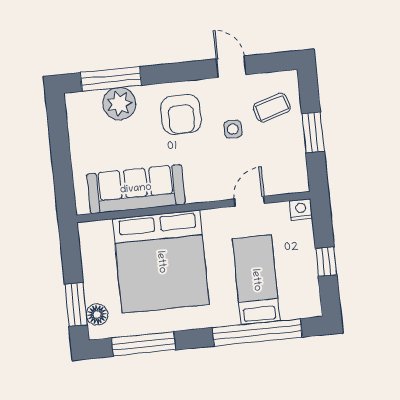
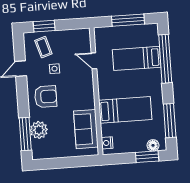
window: (313, 132) -> (44, 26), moved
sofa: (136, 189) -> (86, 129), width x0.73
nightstand: (301, 209) -> (107, 143), moved
bed: (161, 262) -> (125, 110), width x0.49
window: (326, 262) -> (128, 20), width x2.17

